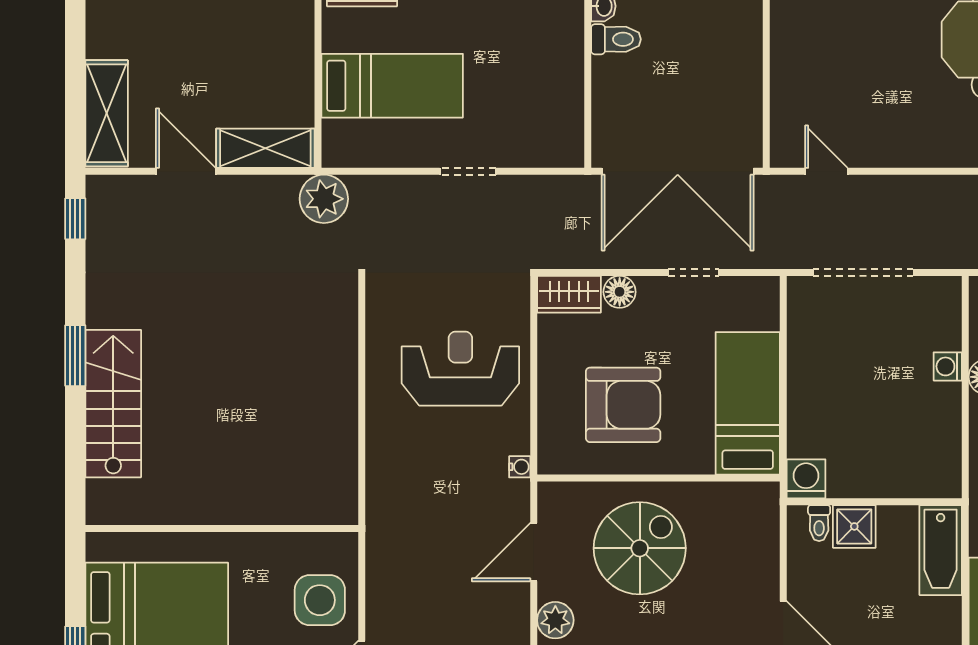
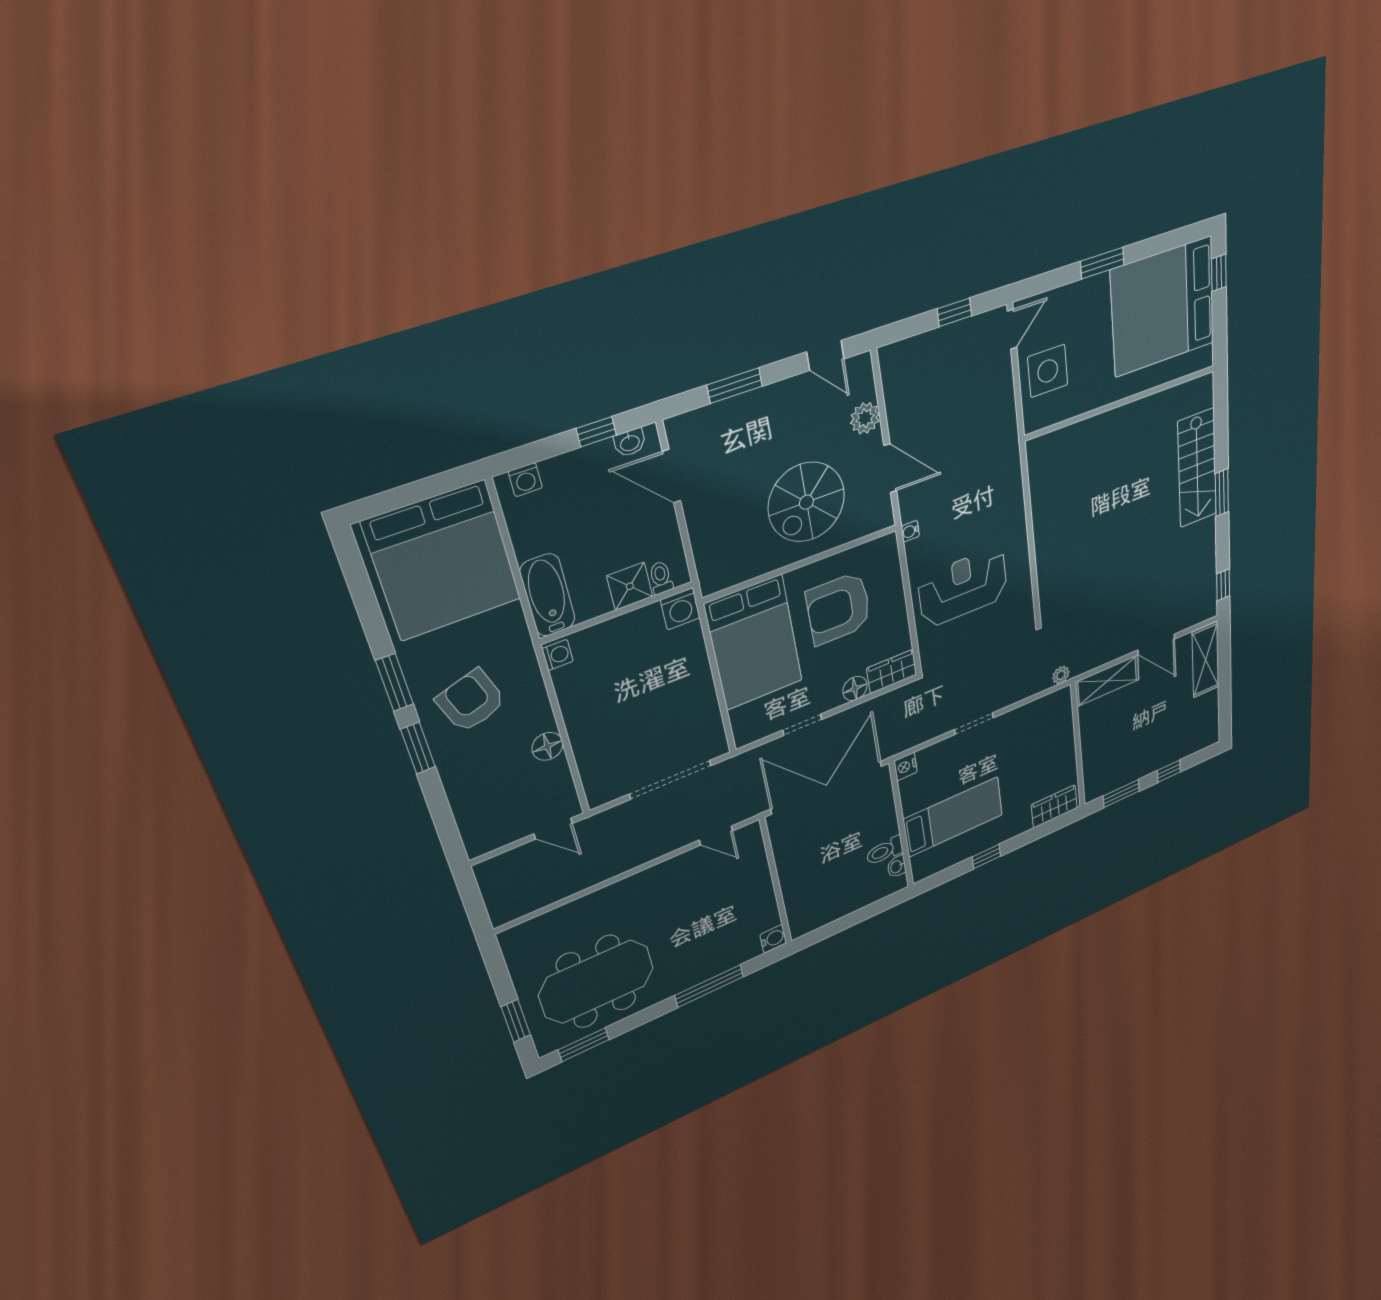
bed: (392, 86) -> (953, 817), moved, turned 180
nightstand: (570, 152) -> (906, 766), added
plant: (324, 199) -> (1061, 675), width x0.53, depth x0.53
washing machine: (948, 366) -> (558, 655), moved
reception desk: (460, 369) -> (963, 587), turned 180
bed: (748, 403) -> (754, 643), width x1.50
door: (534, 552) -> (890, 468), hinge flipped

